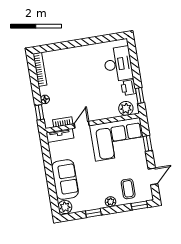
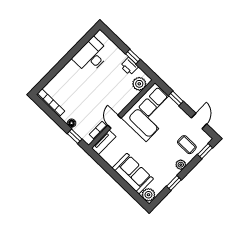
desk: (118, 64) -> (91, 56), moved, turned -90
window: (140, 96) -> (133, 57), moved

